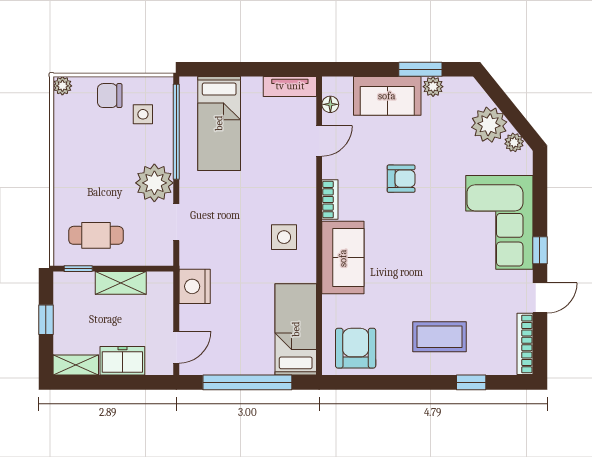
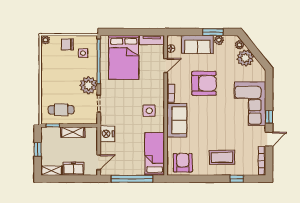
bed: (219, 123) -> (124, 57), width x1.50
plant: (514, 142) -> (240, 45), moved
armchair: (401, 179) -> (204, 83), width x1.88, depth x1.88

